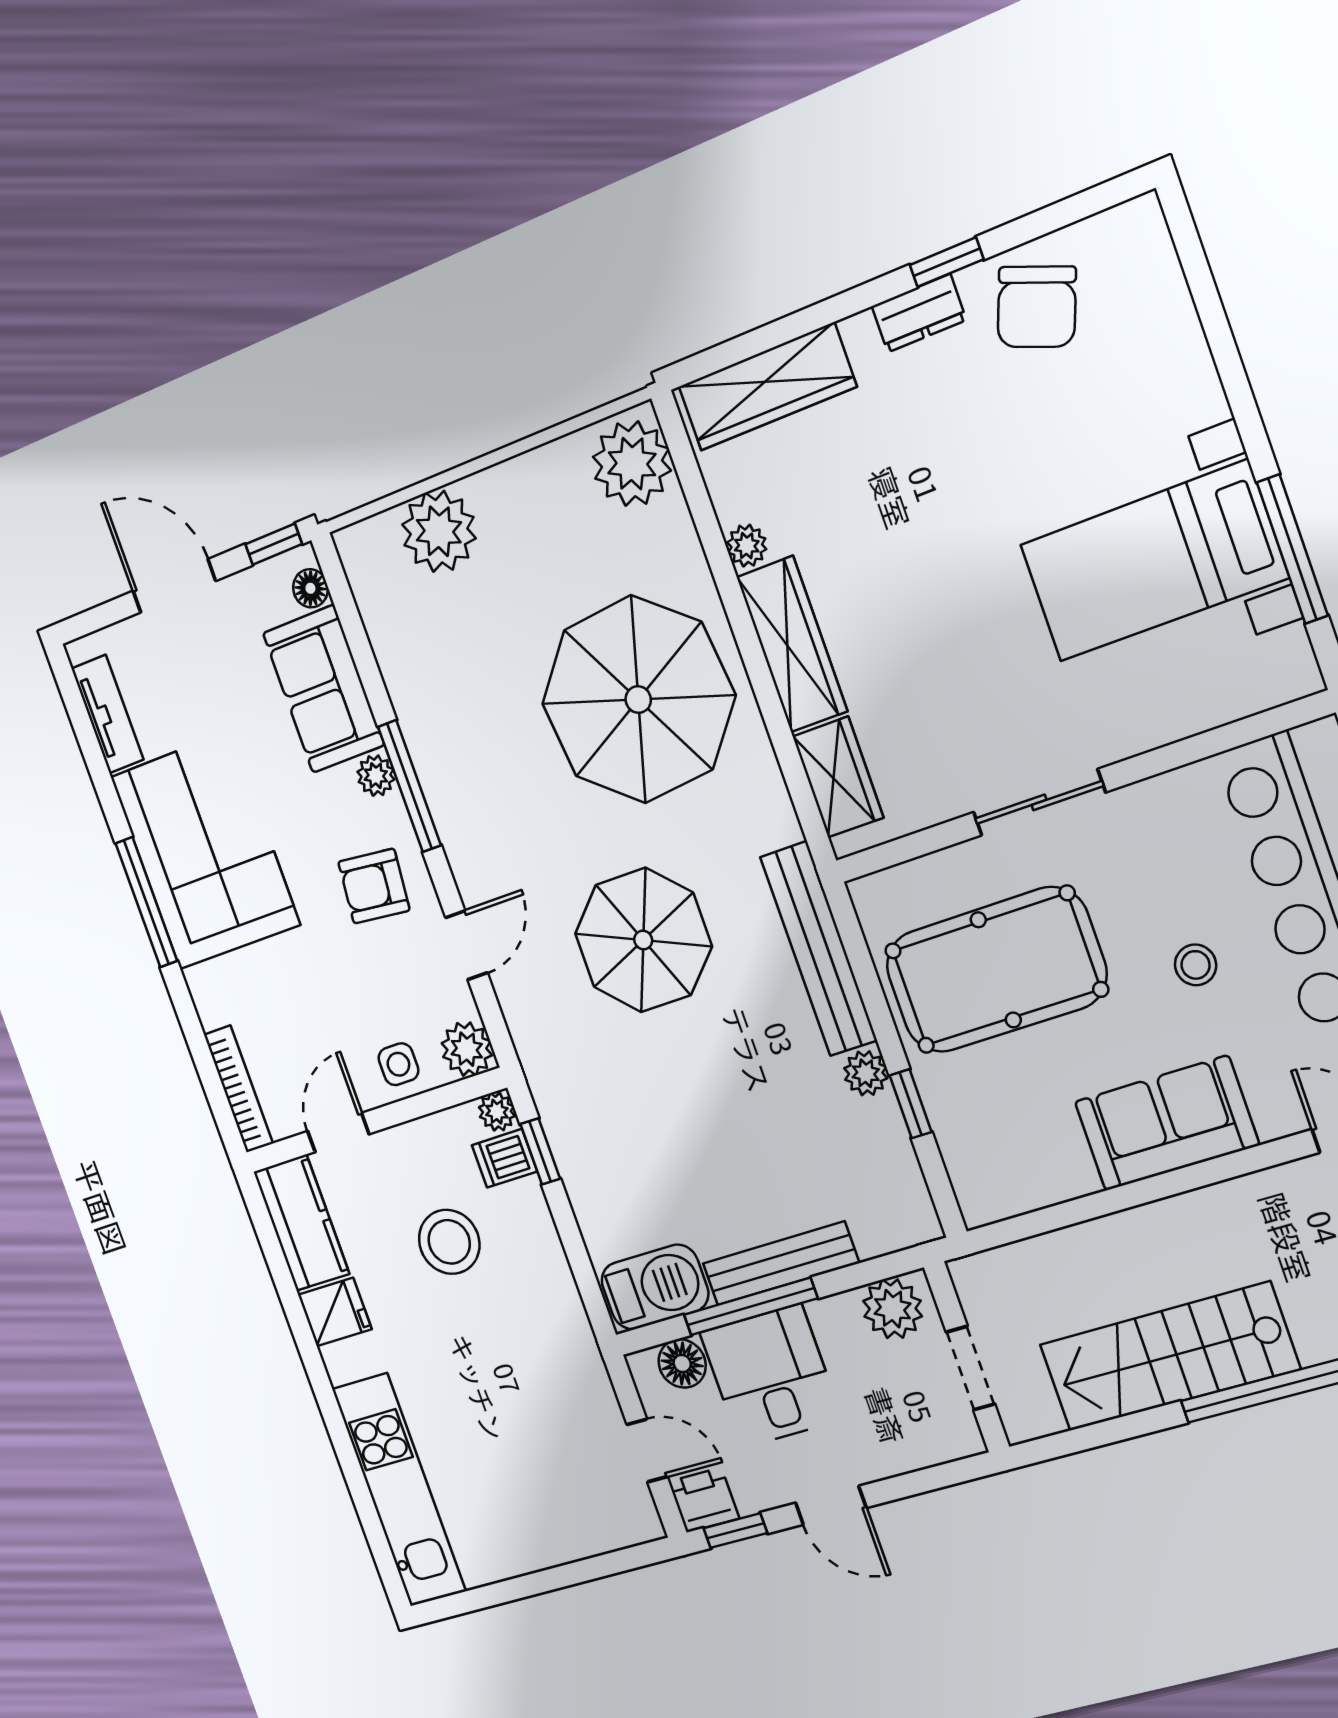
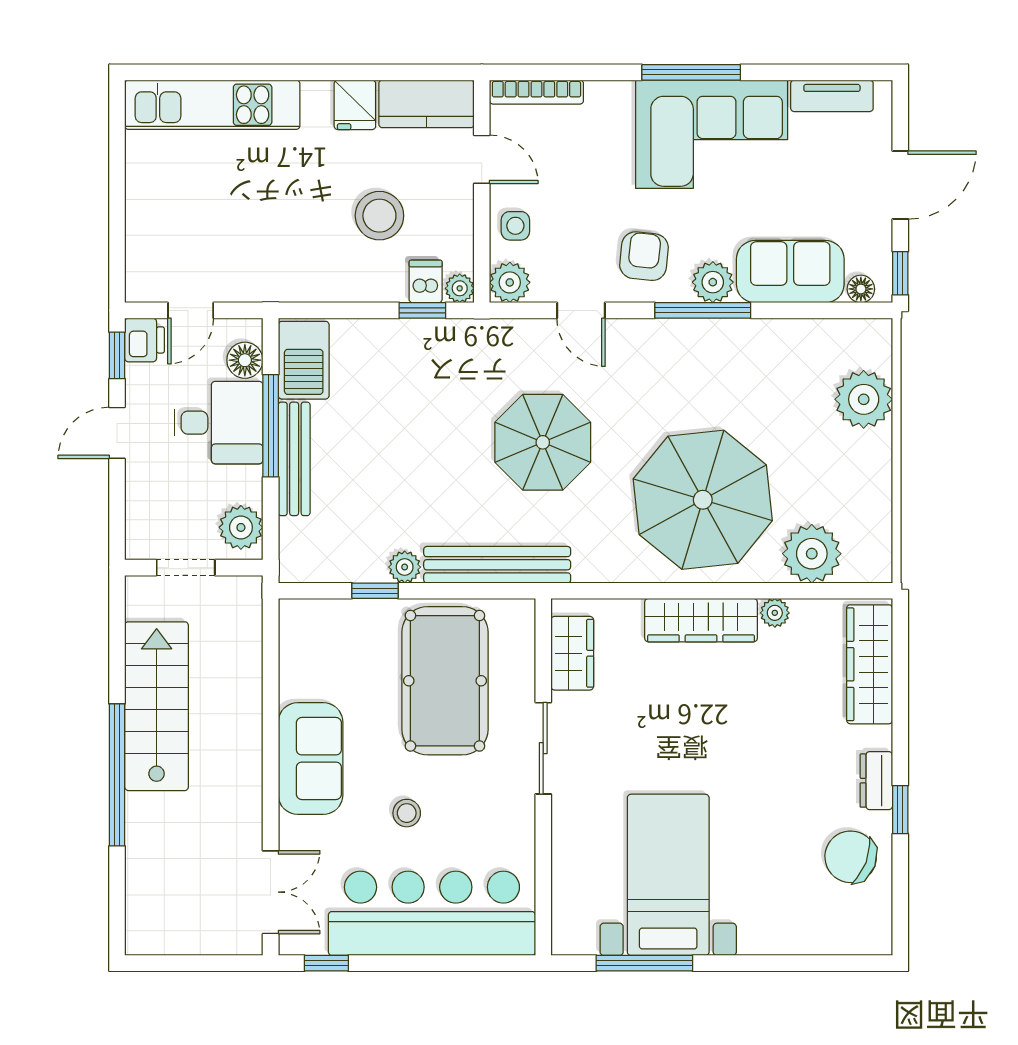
plant: (632, 464) -> (812, 554), moved
plant: (376, 776) -> (713, 282), width x1.38, depth x1.38
wardrobe: (838, 777) -> (572, 653), moved, turned -90

